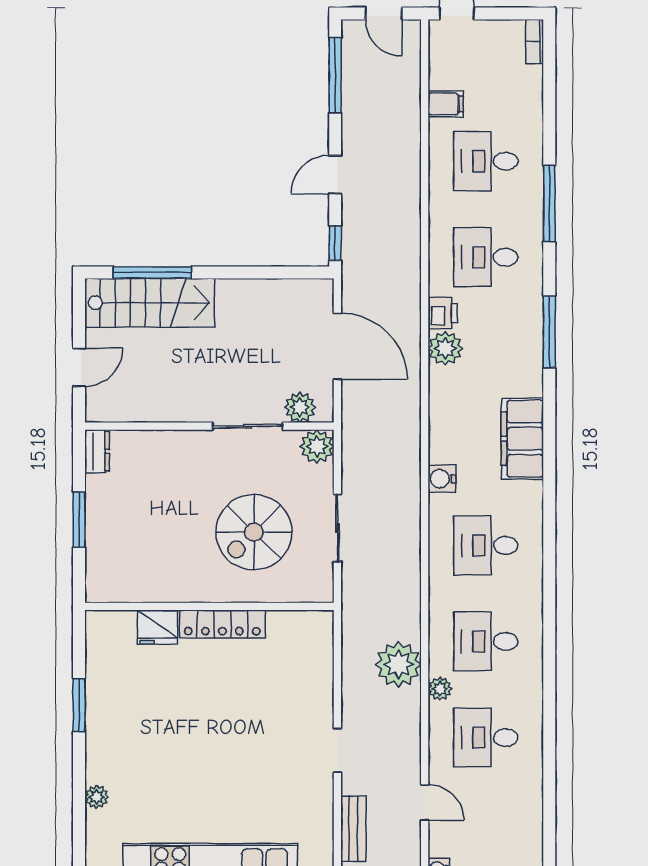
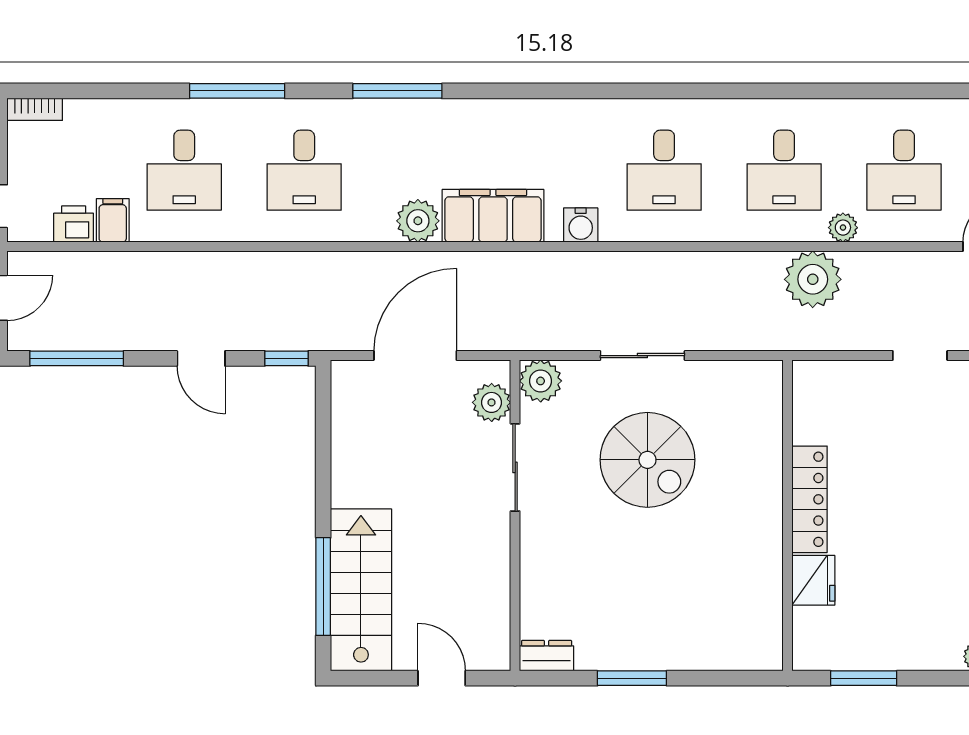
printer: (443, 313) -> (74, 224), moved
filing cabinet: (522, 439) -> (493, 216), moved, turned 180
wall: (209, 606) -> (788, 515), moved
locker: (222, 624) -> (810, 499), moved
fridge: (157, 627) -> (813, 580), moved

